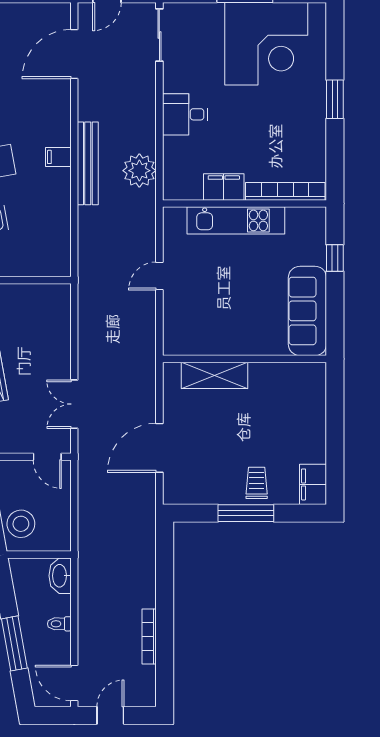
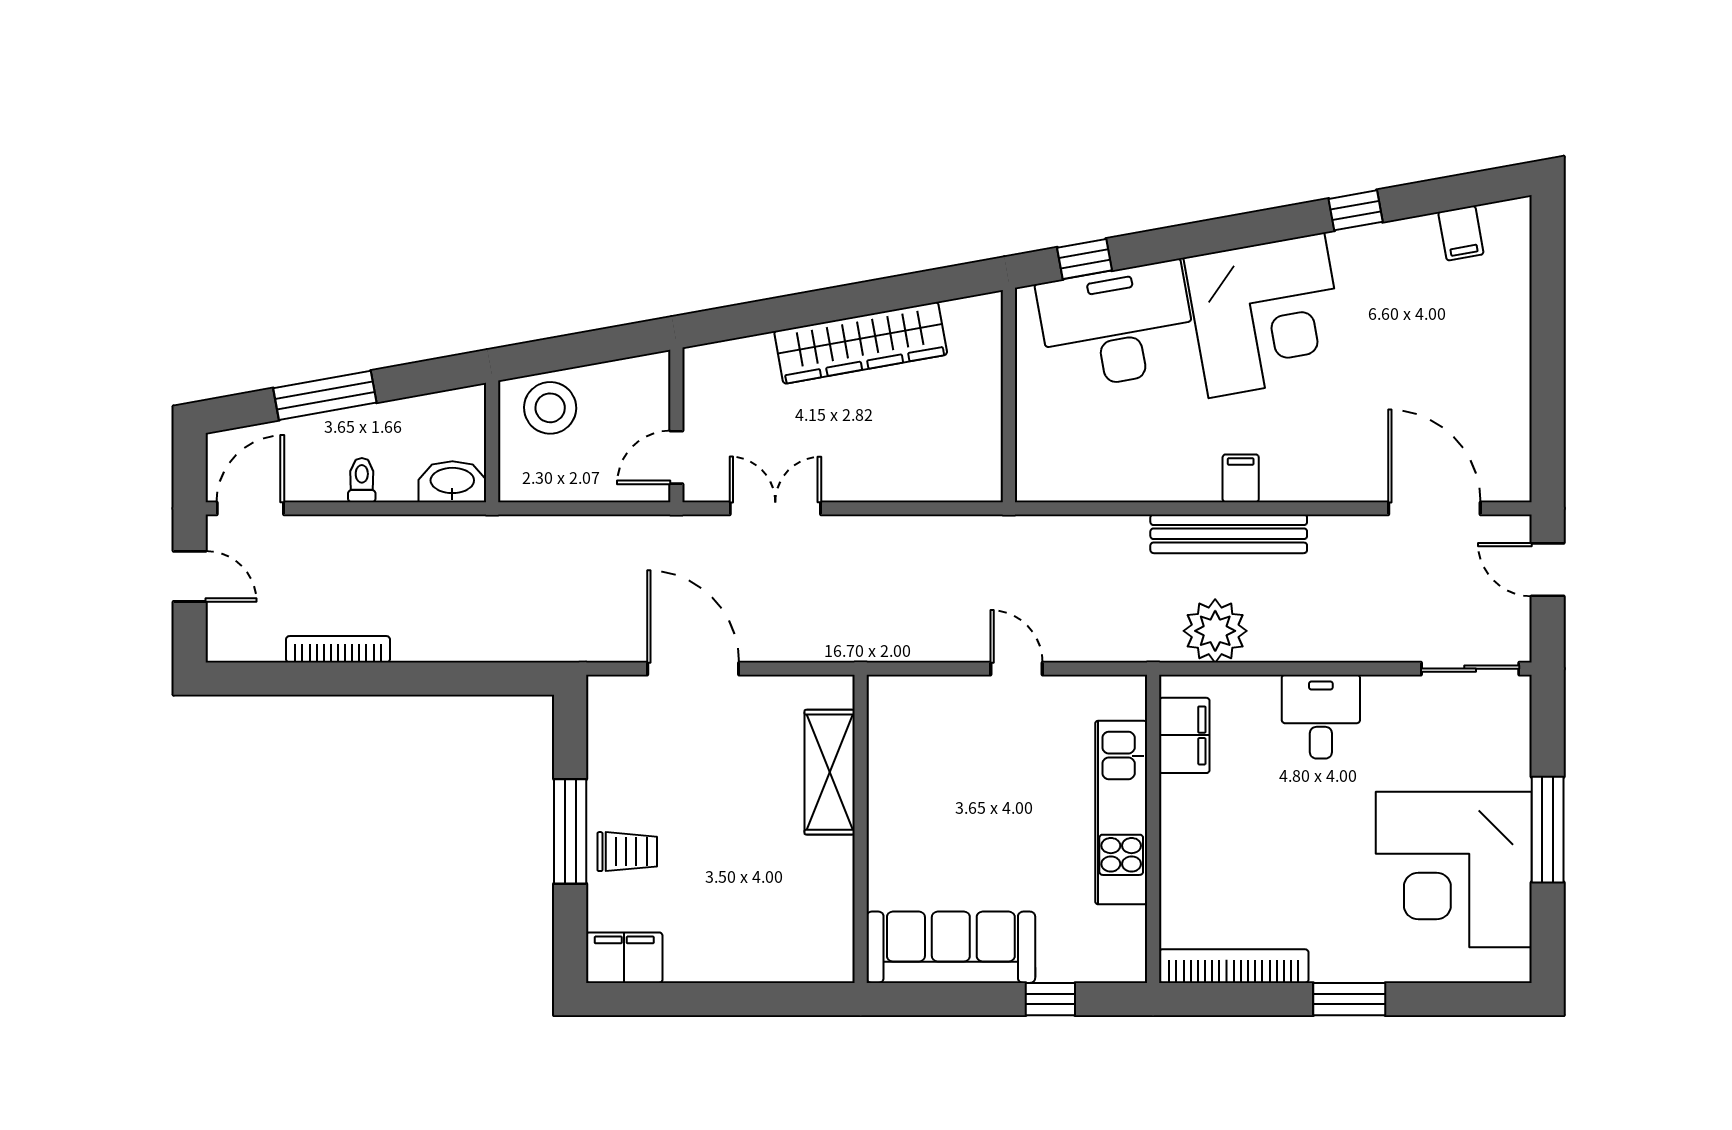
filing cabinet: (224, 187) -> (1184, 735), moved
bookcase: (285, 191) -> (1234, 966), moved, turned -90

